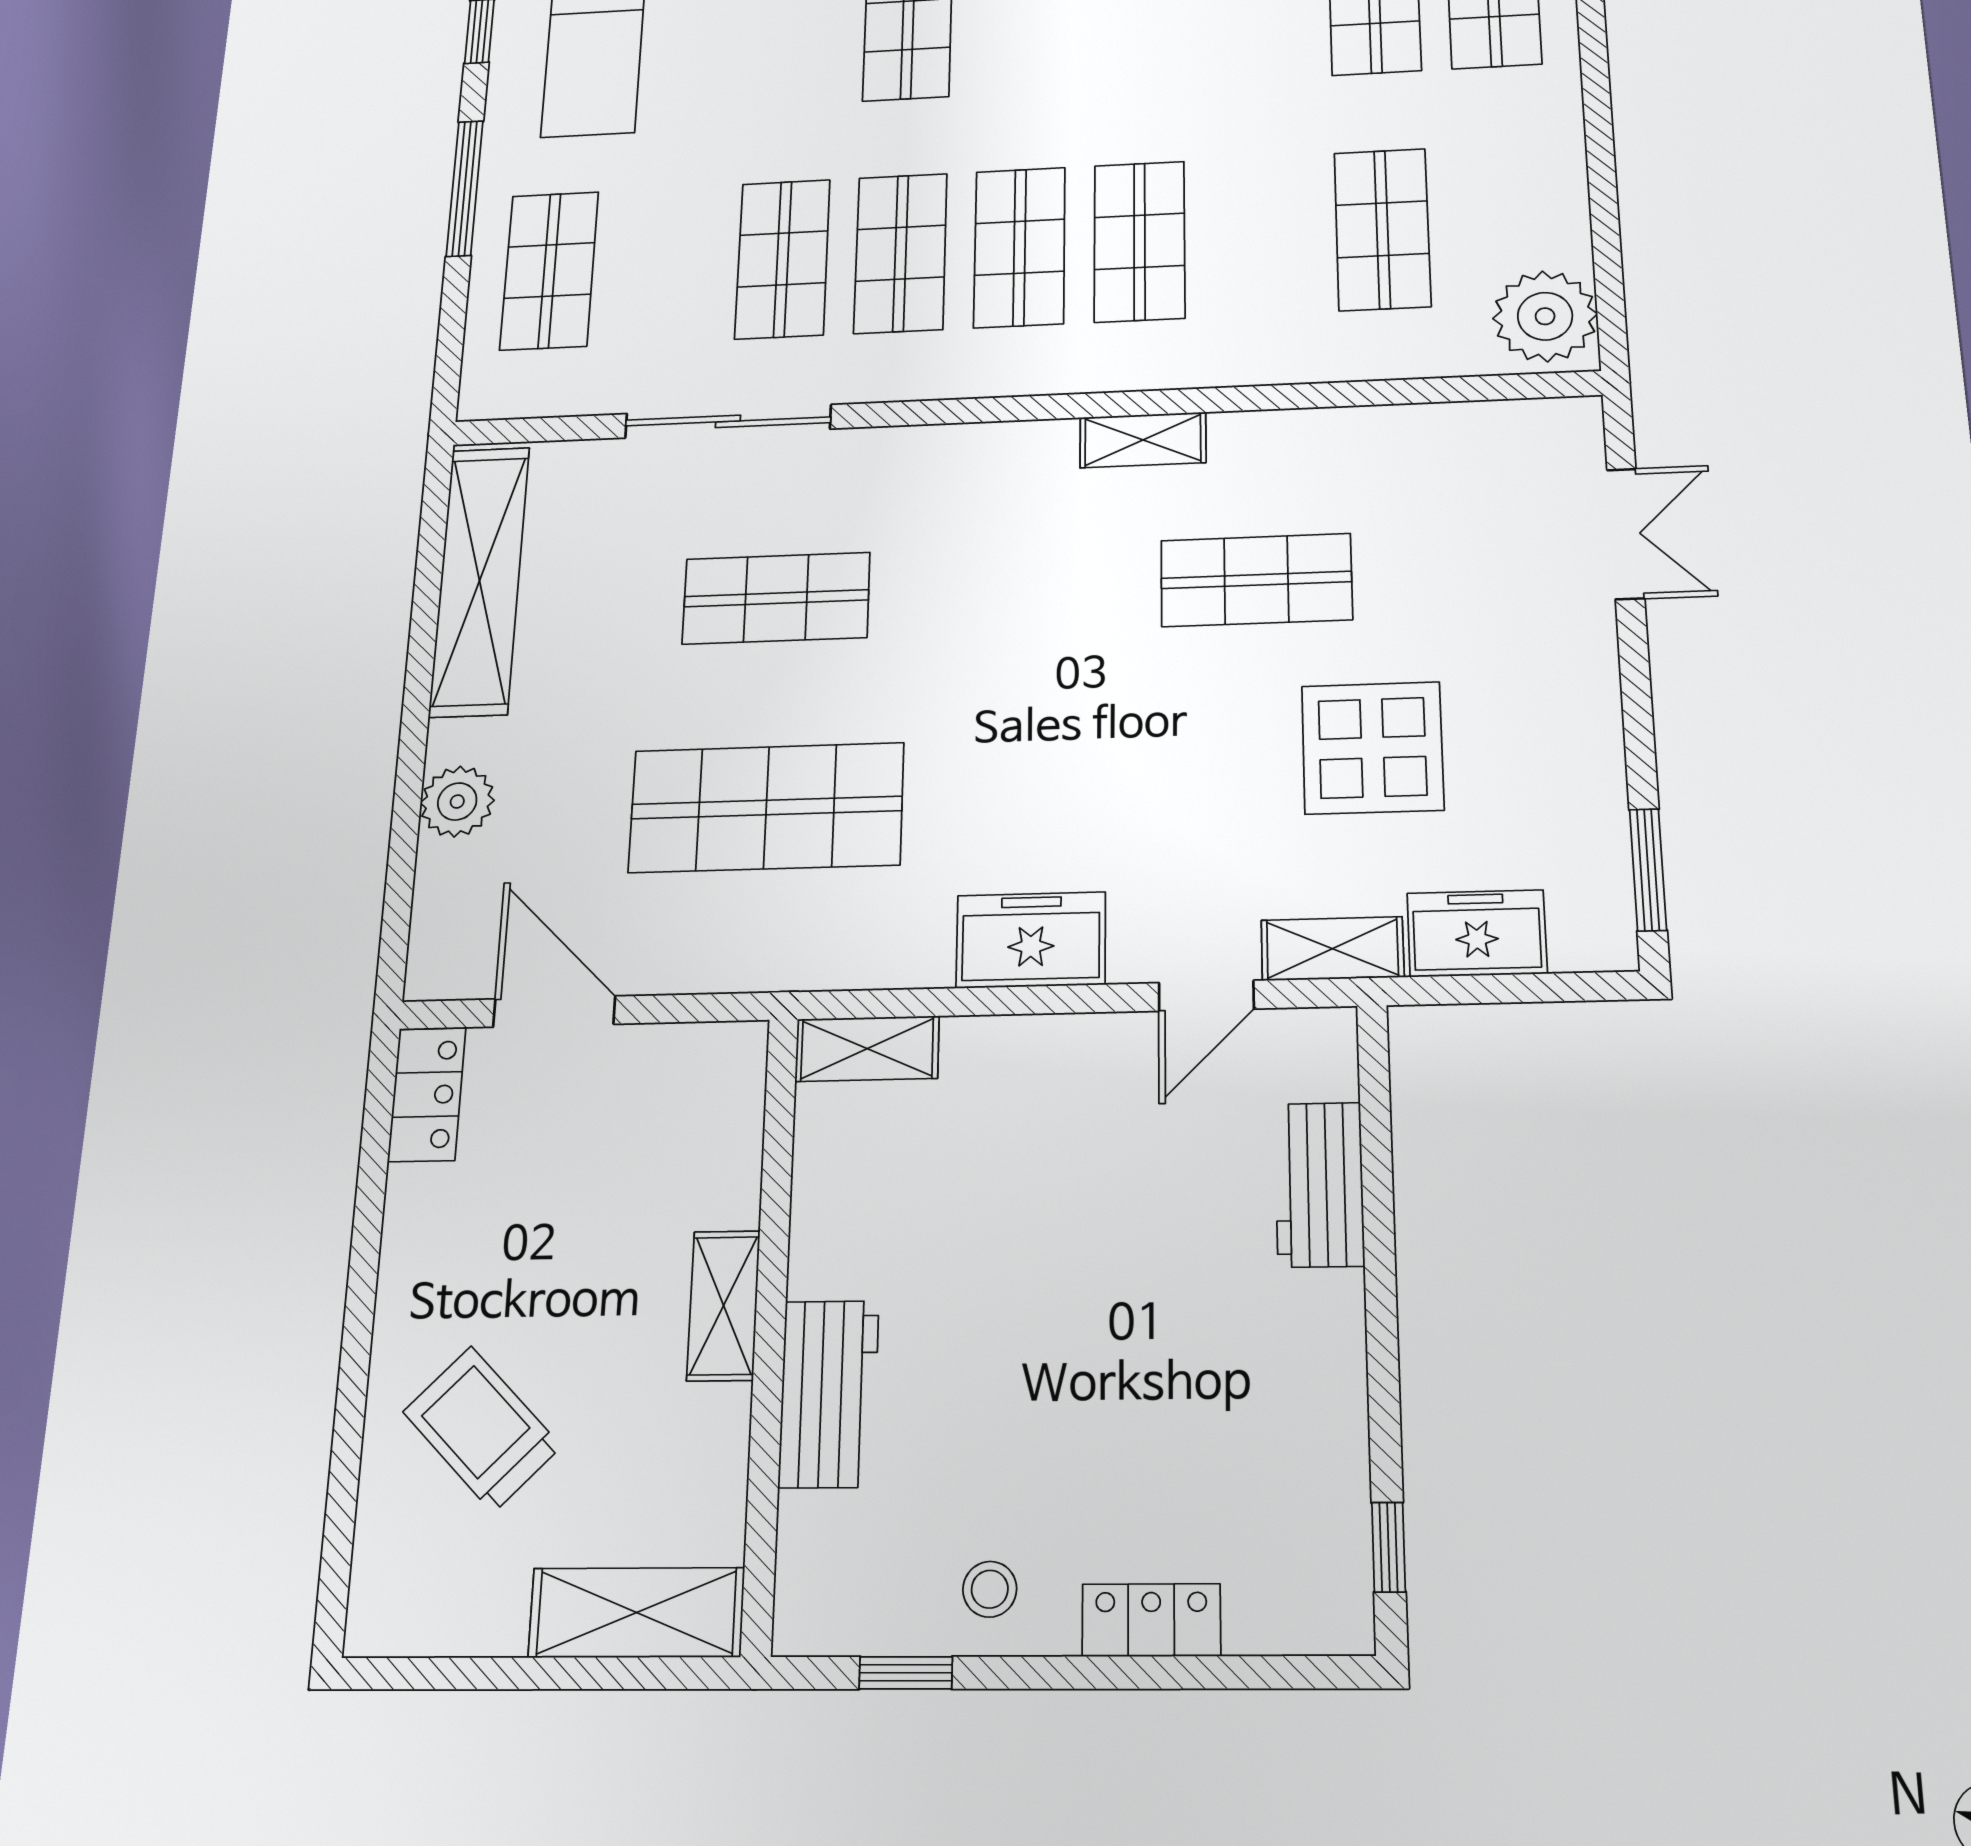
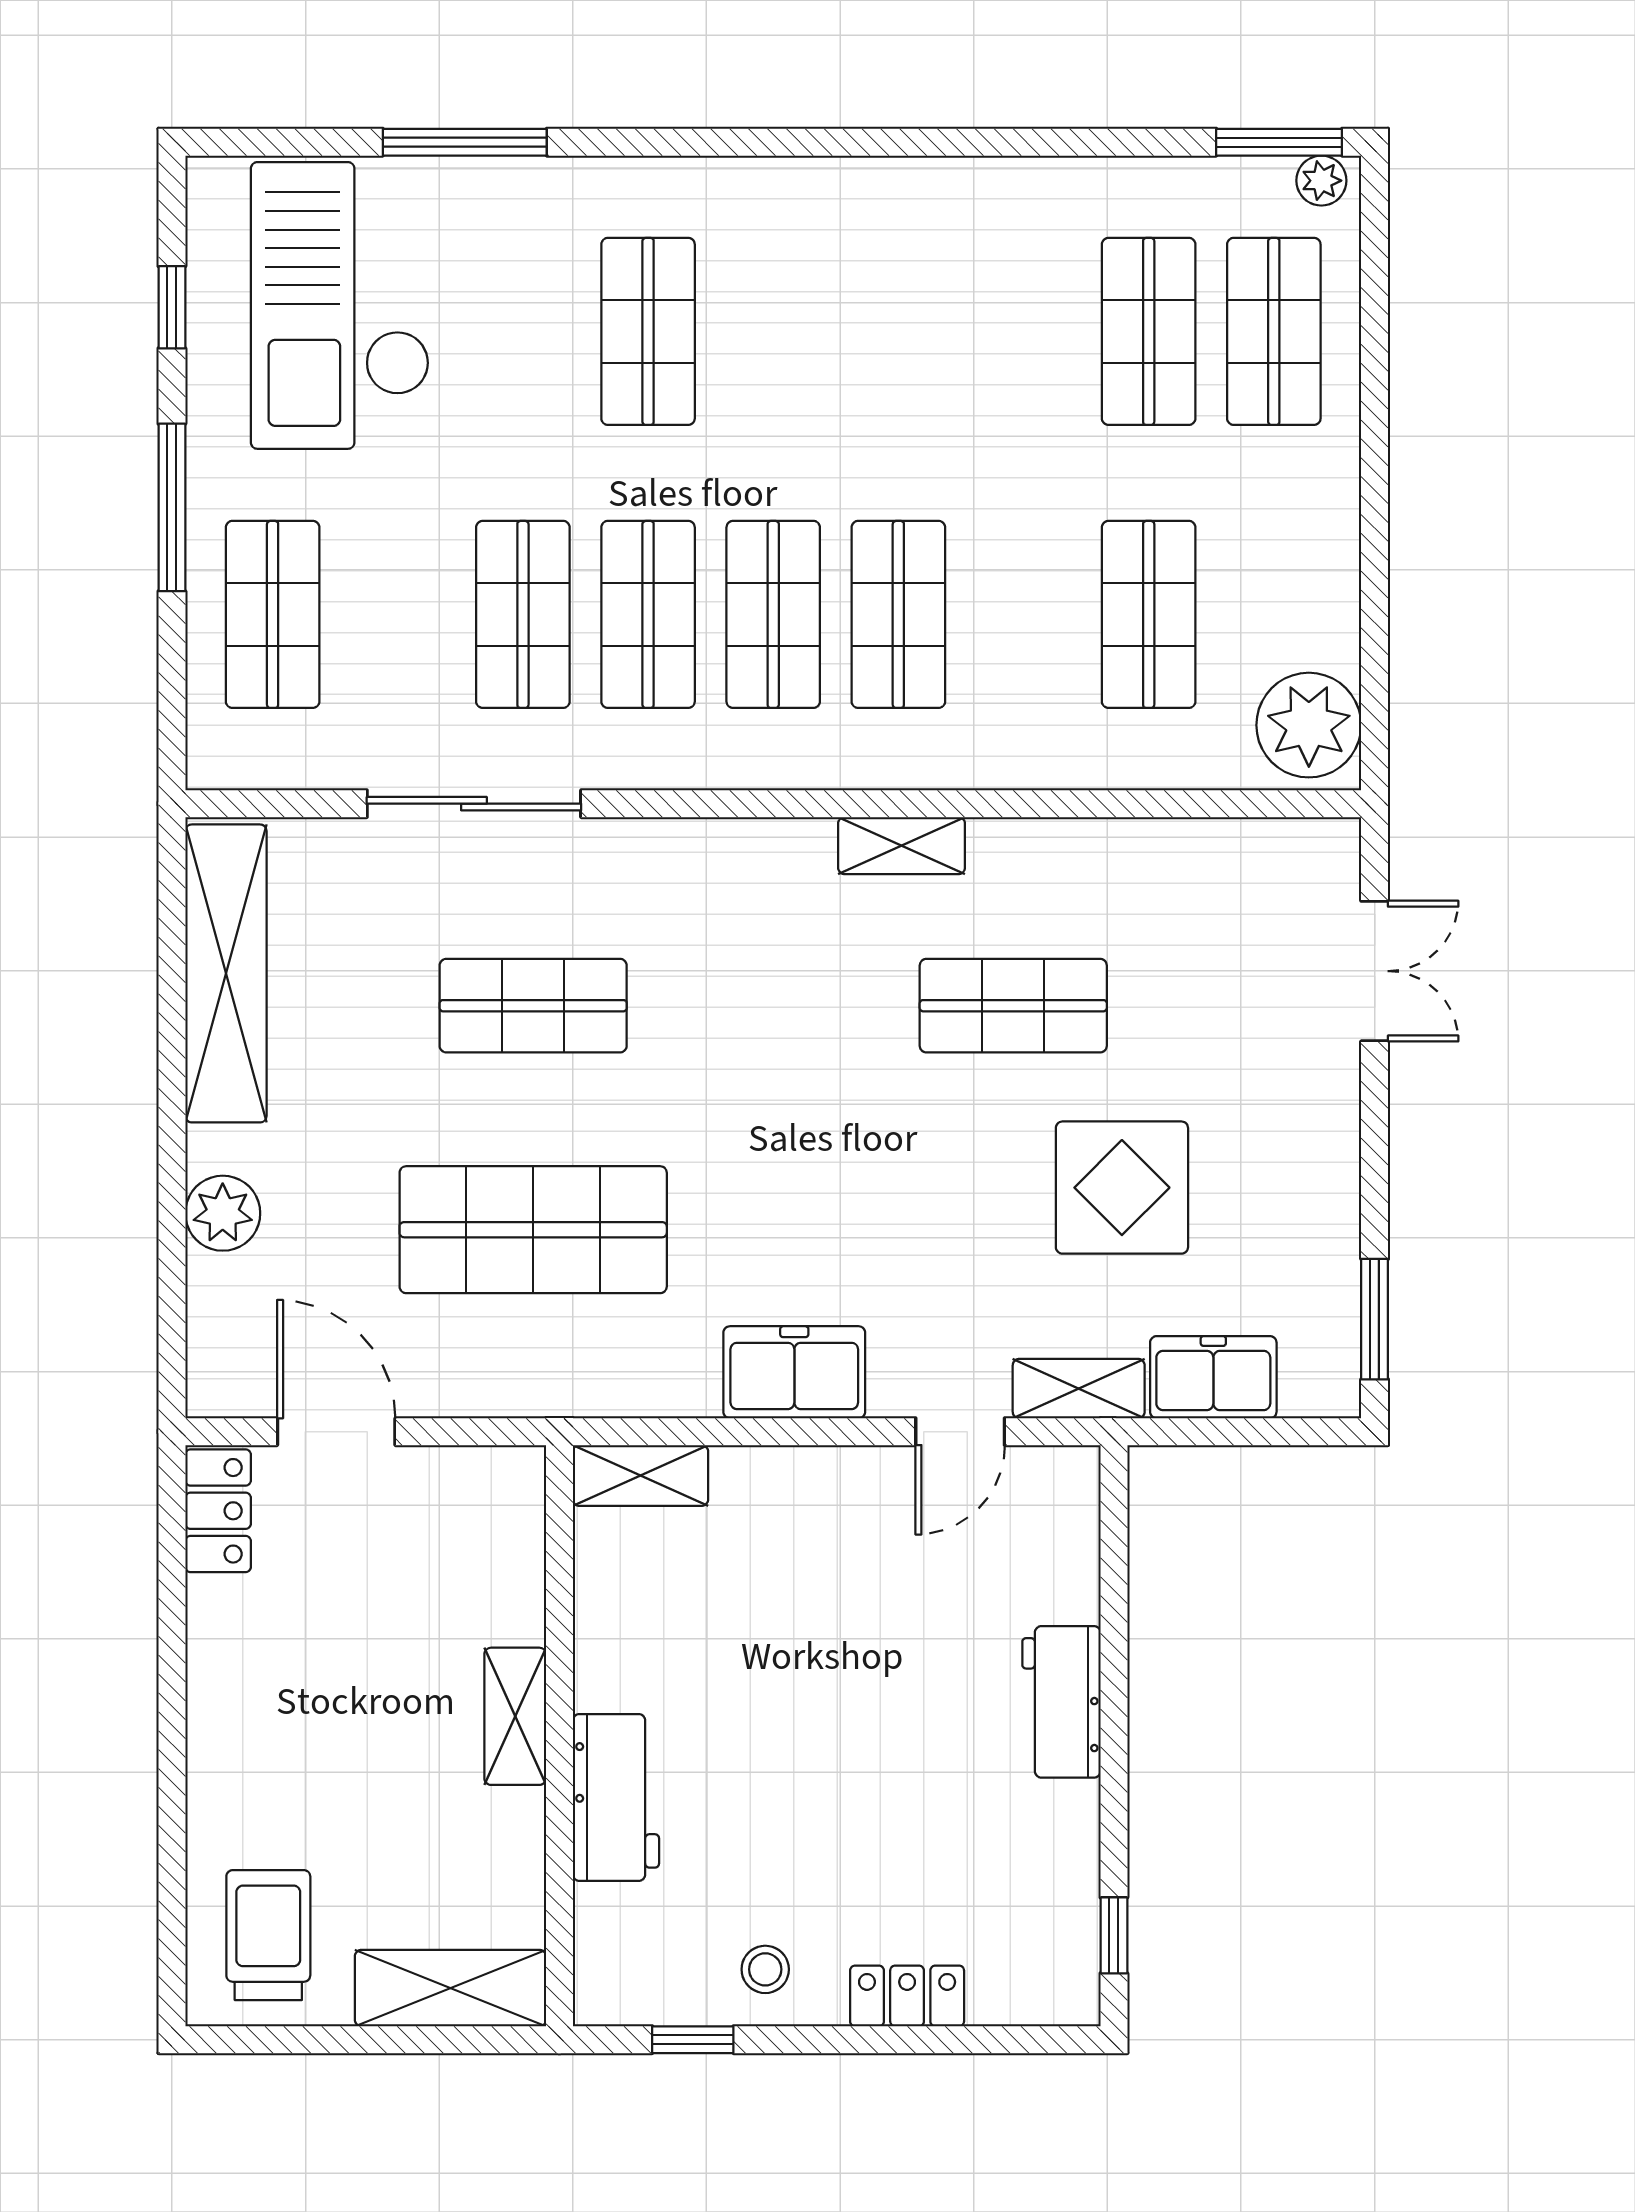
workbench: (1319, 1184) -> (1061, 1702), moved
trolley: (482, 1429) -> (268, 1935), moved, turned 45

